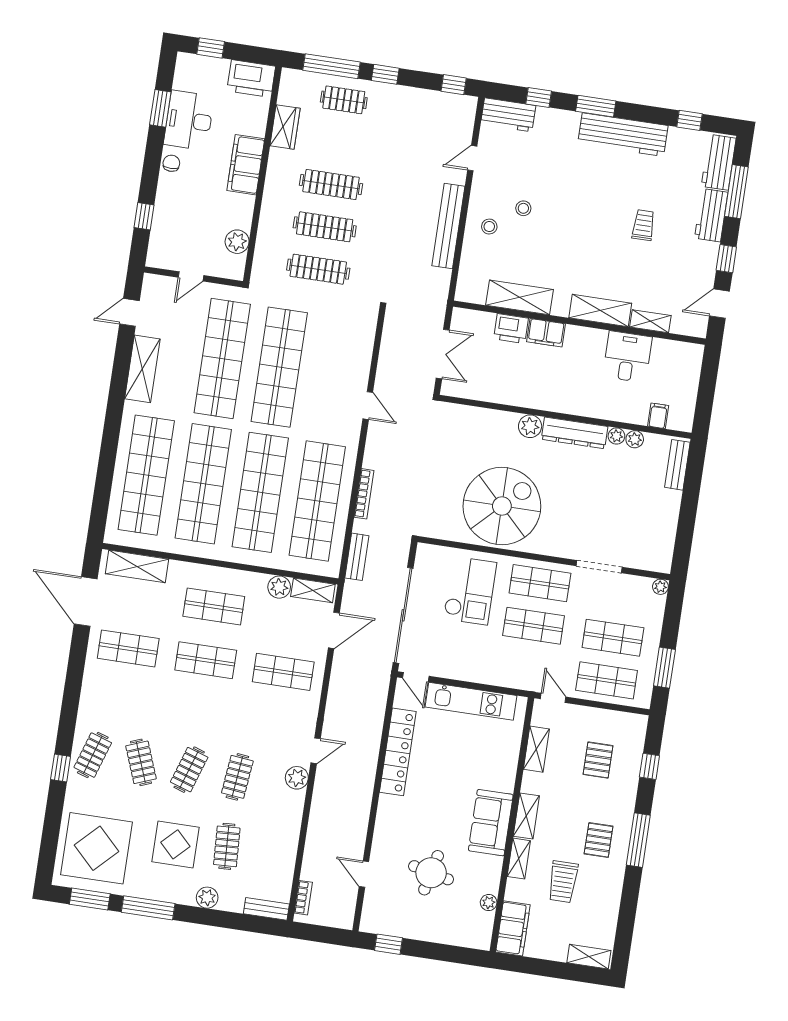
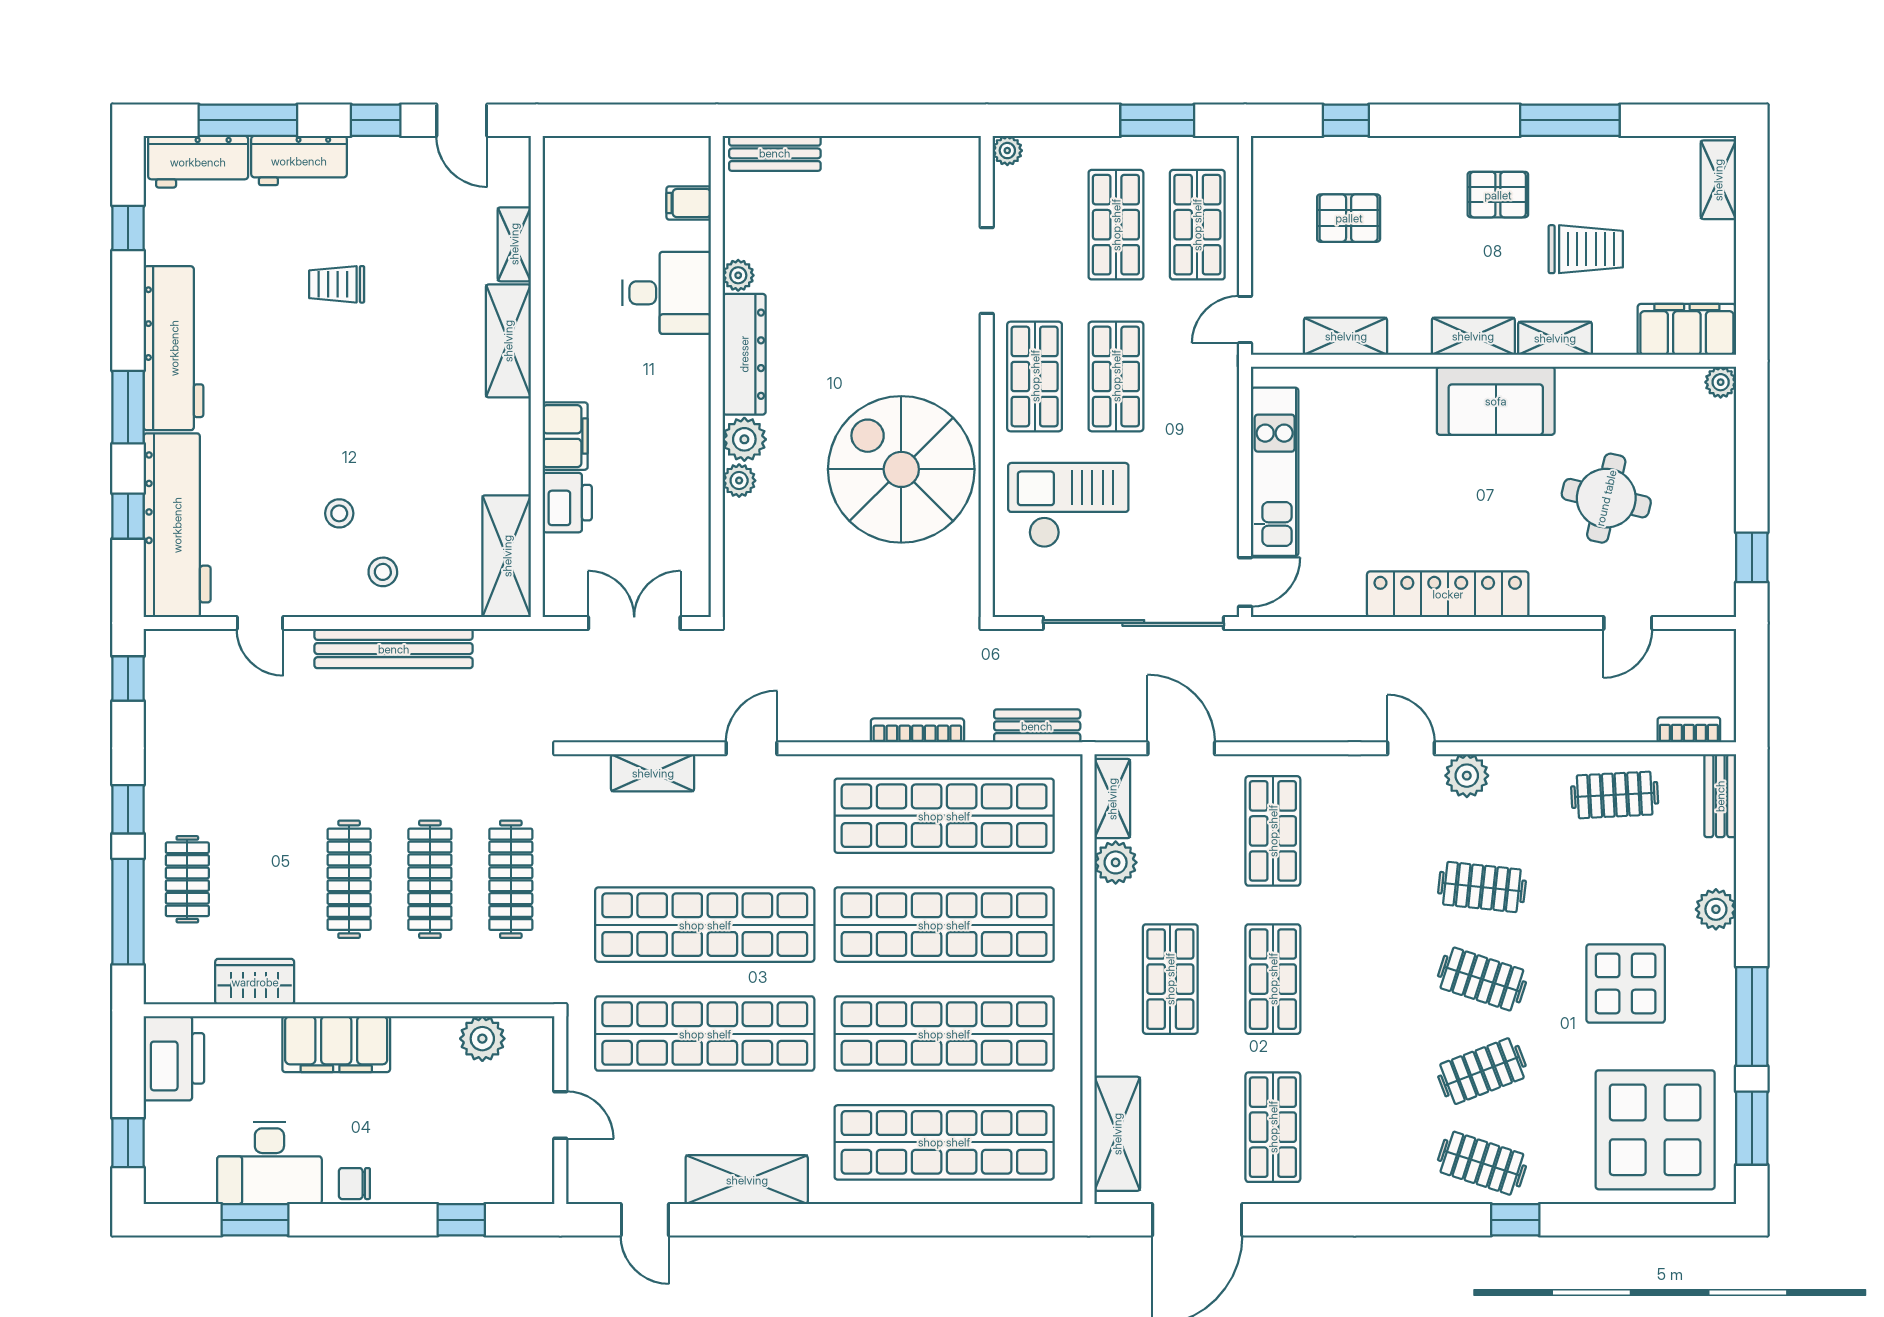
workbench: (508, 115) -> (177, 525), width x1.88, depth x1.32
shelving: (520, 297) -> (507, 556), moved
shelving: (363, 352) -> (653, 773), added
desk: (627, 357) -> (667, 293), moved, turned 180
plant: (635, 439) -> (739, 481), moved
locker: (398, 752) -> (1448, 594), moved
window: (638, 840) -> (1570, 120), moved
clothes rail: (227, 846) -> (1615, 795), moved
plant: (489, 903) -> (1721, 382), moved

